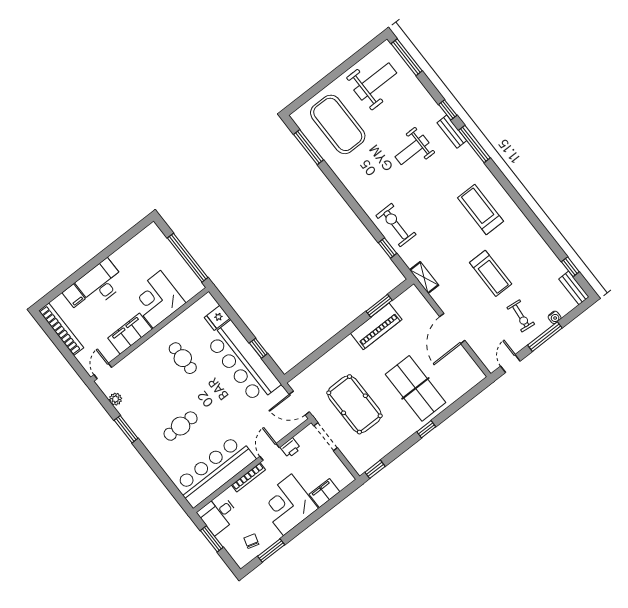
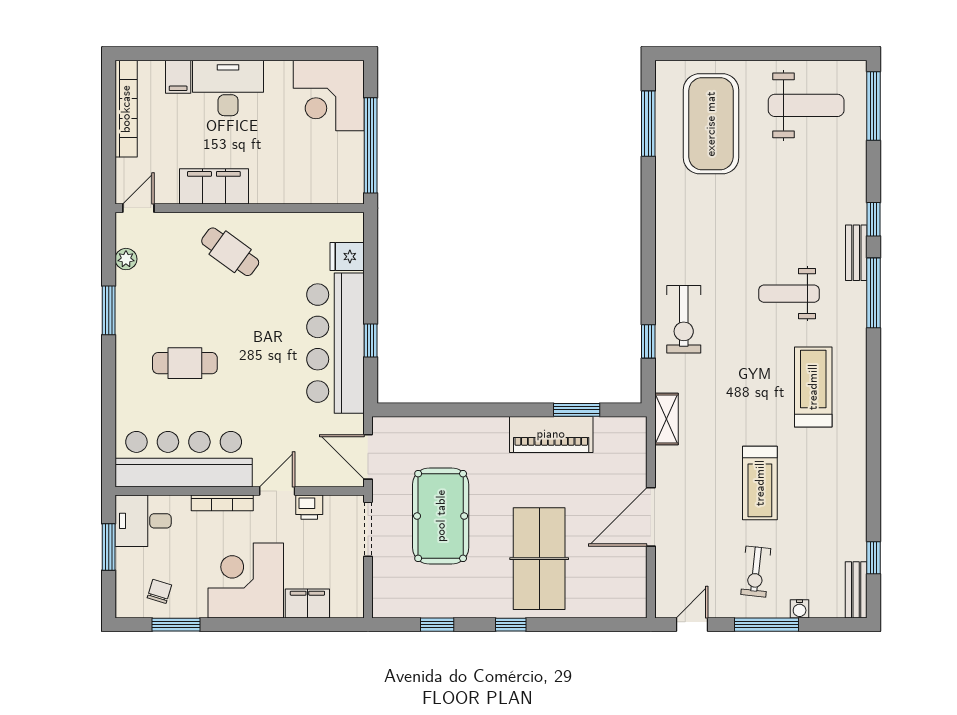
weight bench: (412, 150) -> (789, 294), moved
exercise bike: (396, 225) -> (684, 319), turned 180
corner desk: (157, 299) -> (329, 95), moved, turned -90
cafe table: (183, 358) -> (230, 252), moved, turned -54
window: (375, 469) -> (437, 625), moved

